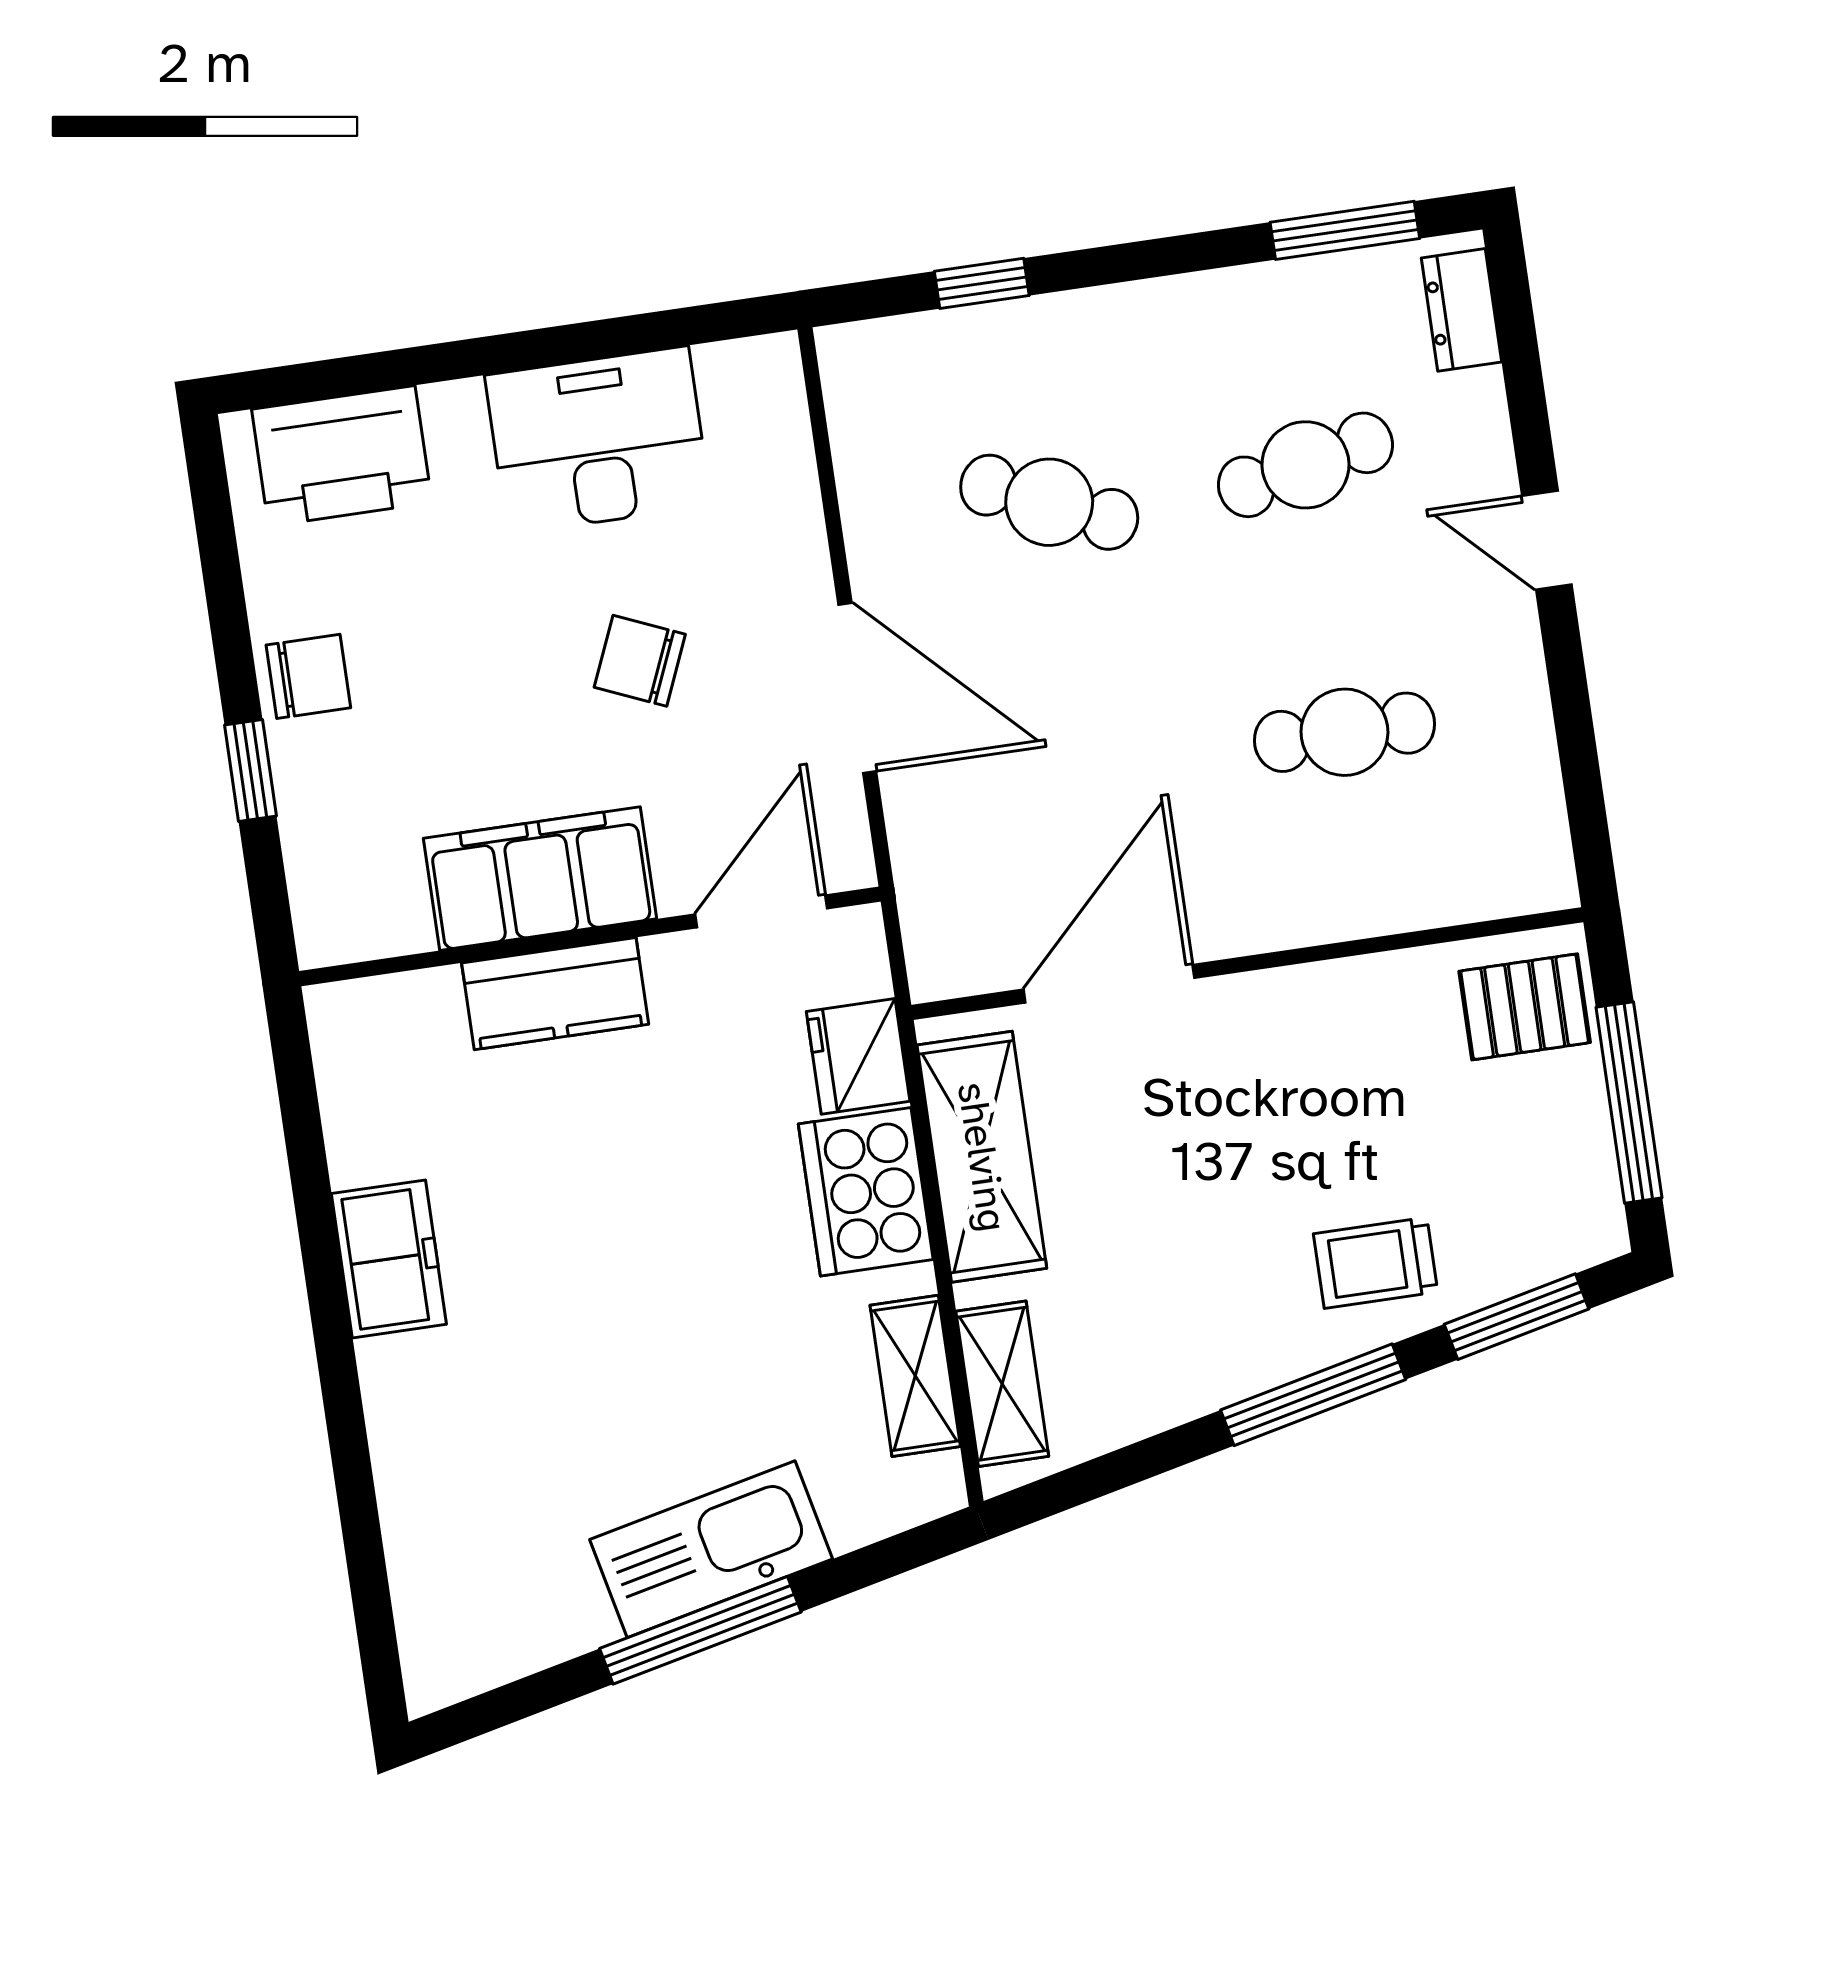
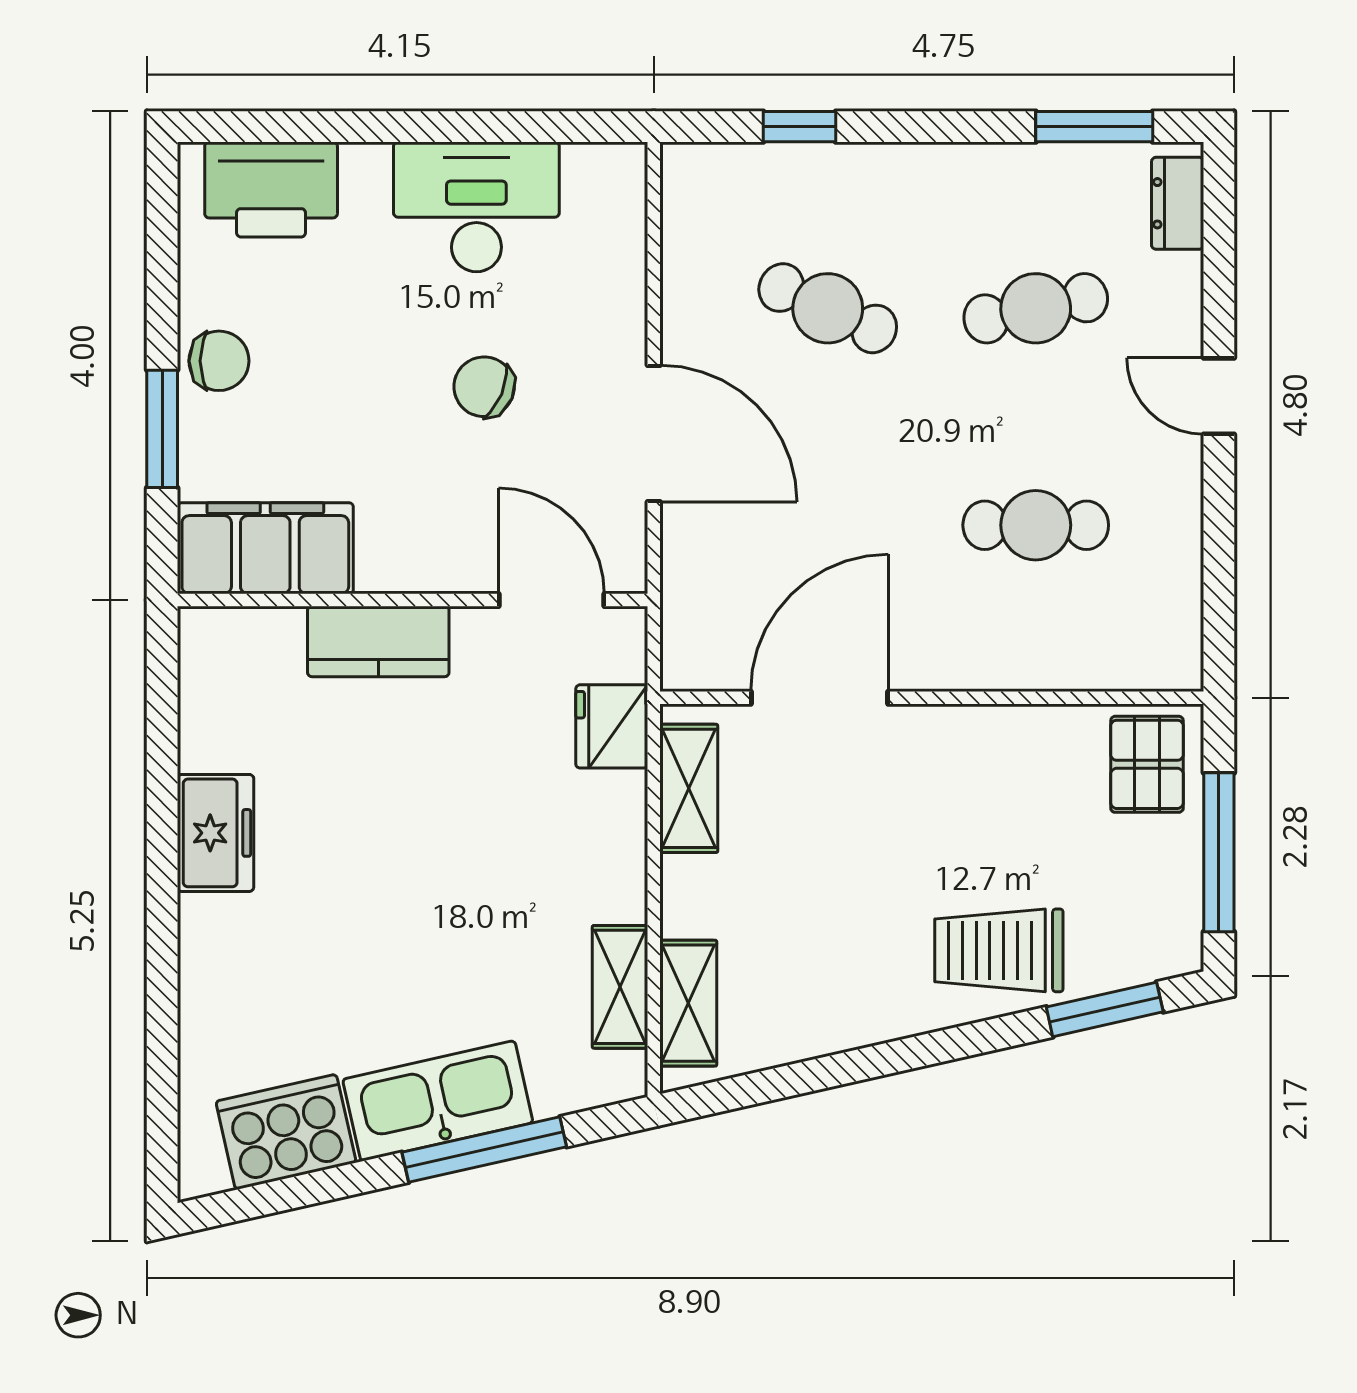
window: (250, 771) -> (162, 429), width x1.50
filing cabinet: (540, 879) -> (265, 548), moved
door: (761, 911) -> (552, 600), hinge flipped
pallet: (1525, 1007) -> (1147, 764), turned 90
shelving: (982, 1157) -> (689, 788), width x0.67, depth x0.75
cooker: (866, 1192) -> (286, 1132), moved, turned 77
trolley: (1376, 1263) -> (999, 950), width x1.36, depth x1.39
window: (1313, 1395) -> (934, 1048), removed
window: (700, 1630) -> (484, 1150), moved

